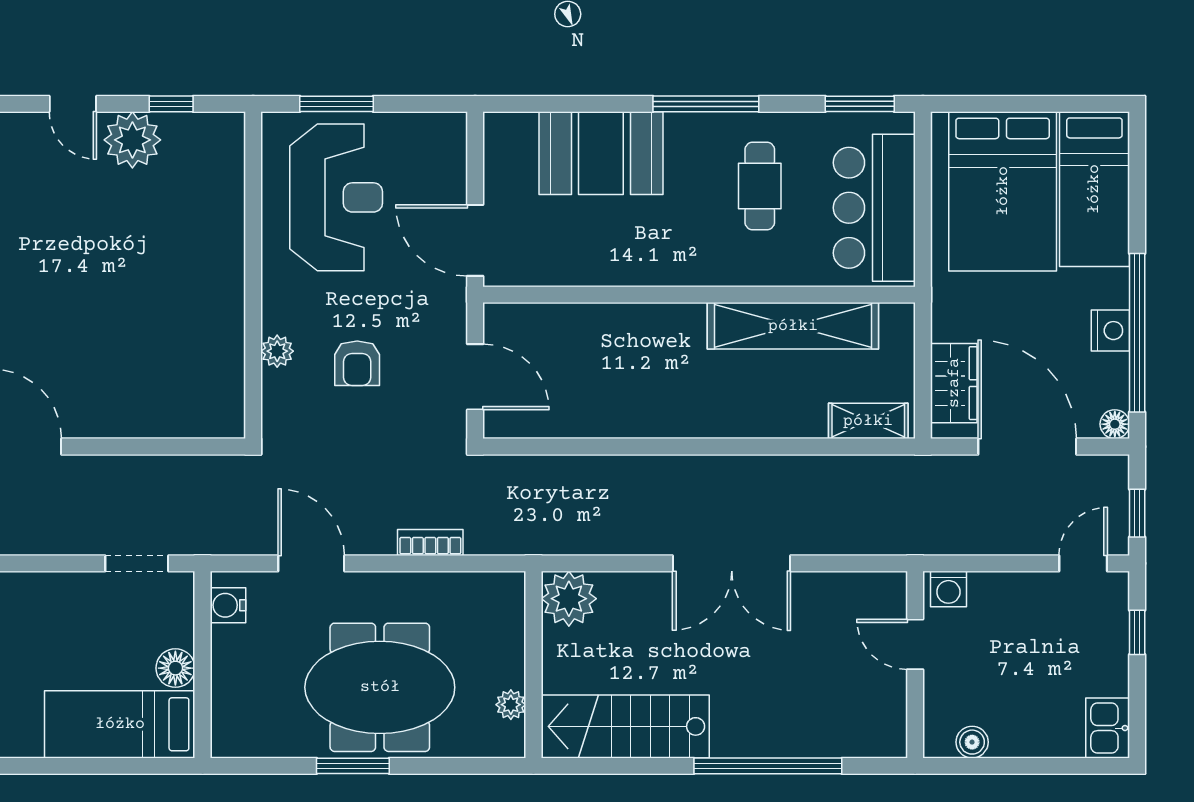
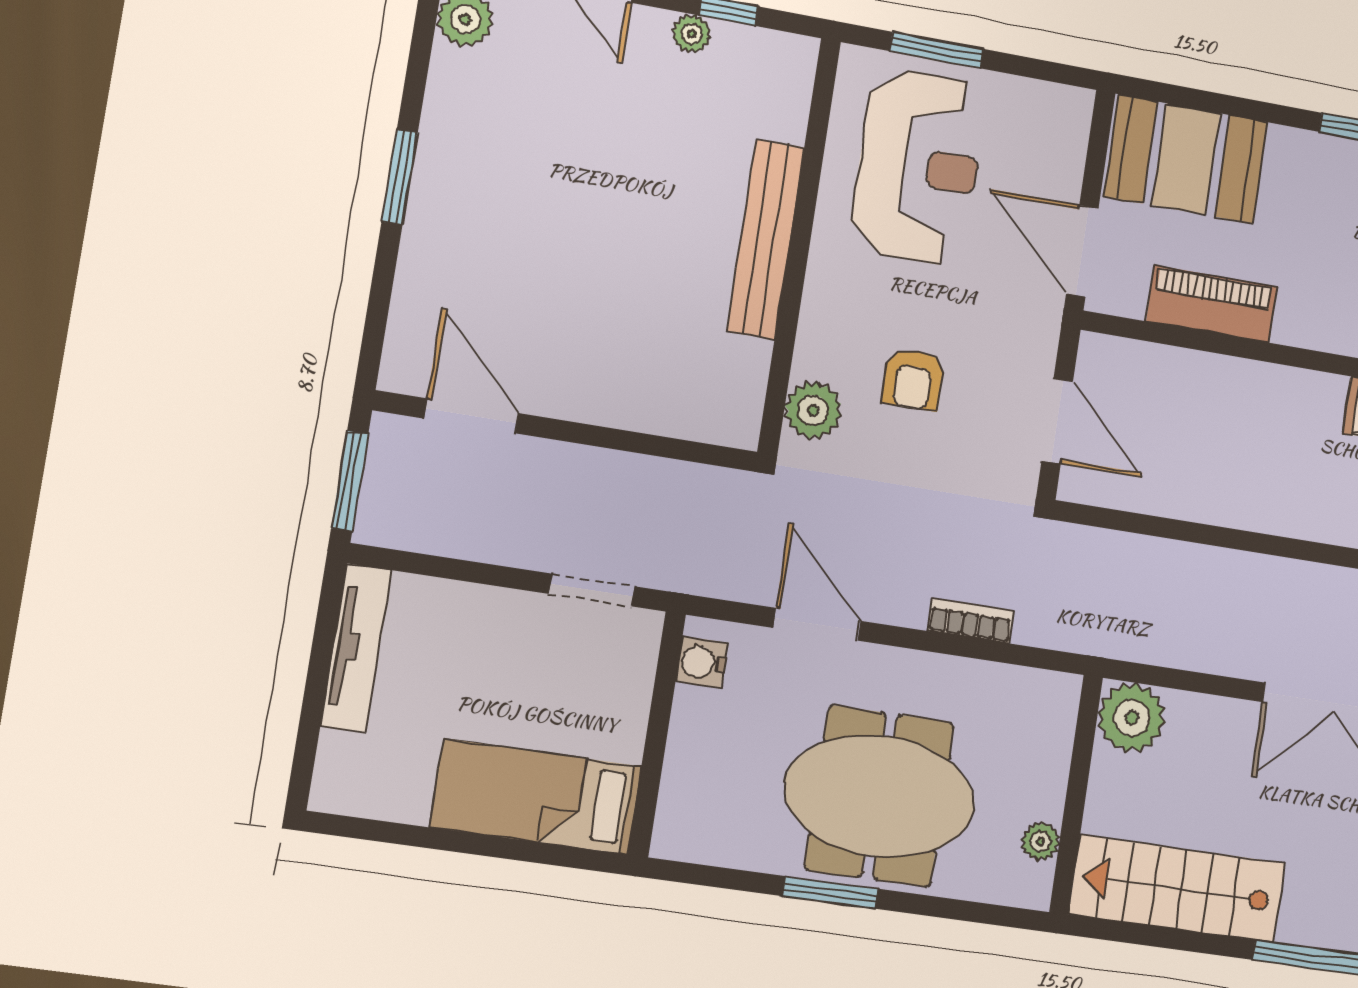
plant: (132, 140) -> (691, 34), width x0.53, depth x0.53
booth: (601, 153) -> (1186, 159), moved
piano: (585, 264) -> (1212, 304), added
bench: (226, 275) -> (765, 239), added
plant: (277, 351) -> (813, 410), moved, width x1.38, depth x1.38
floor lamp: (175, 668) -> (621, 734), removed

